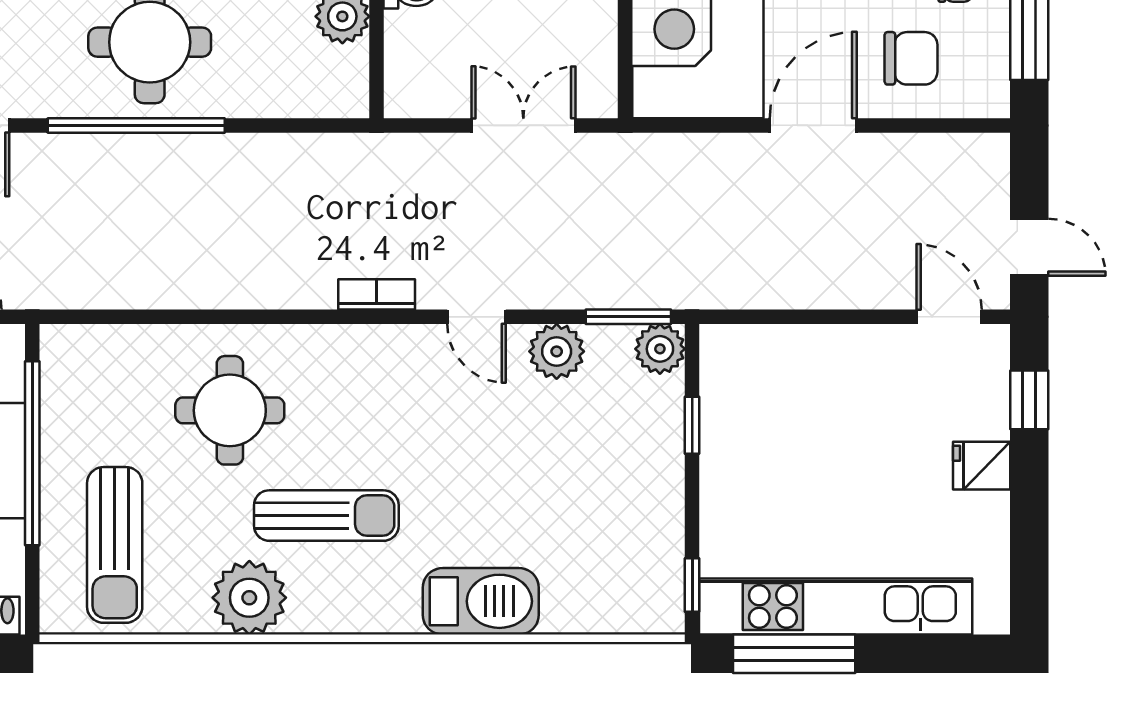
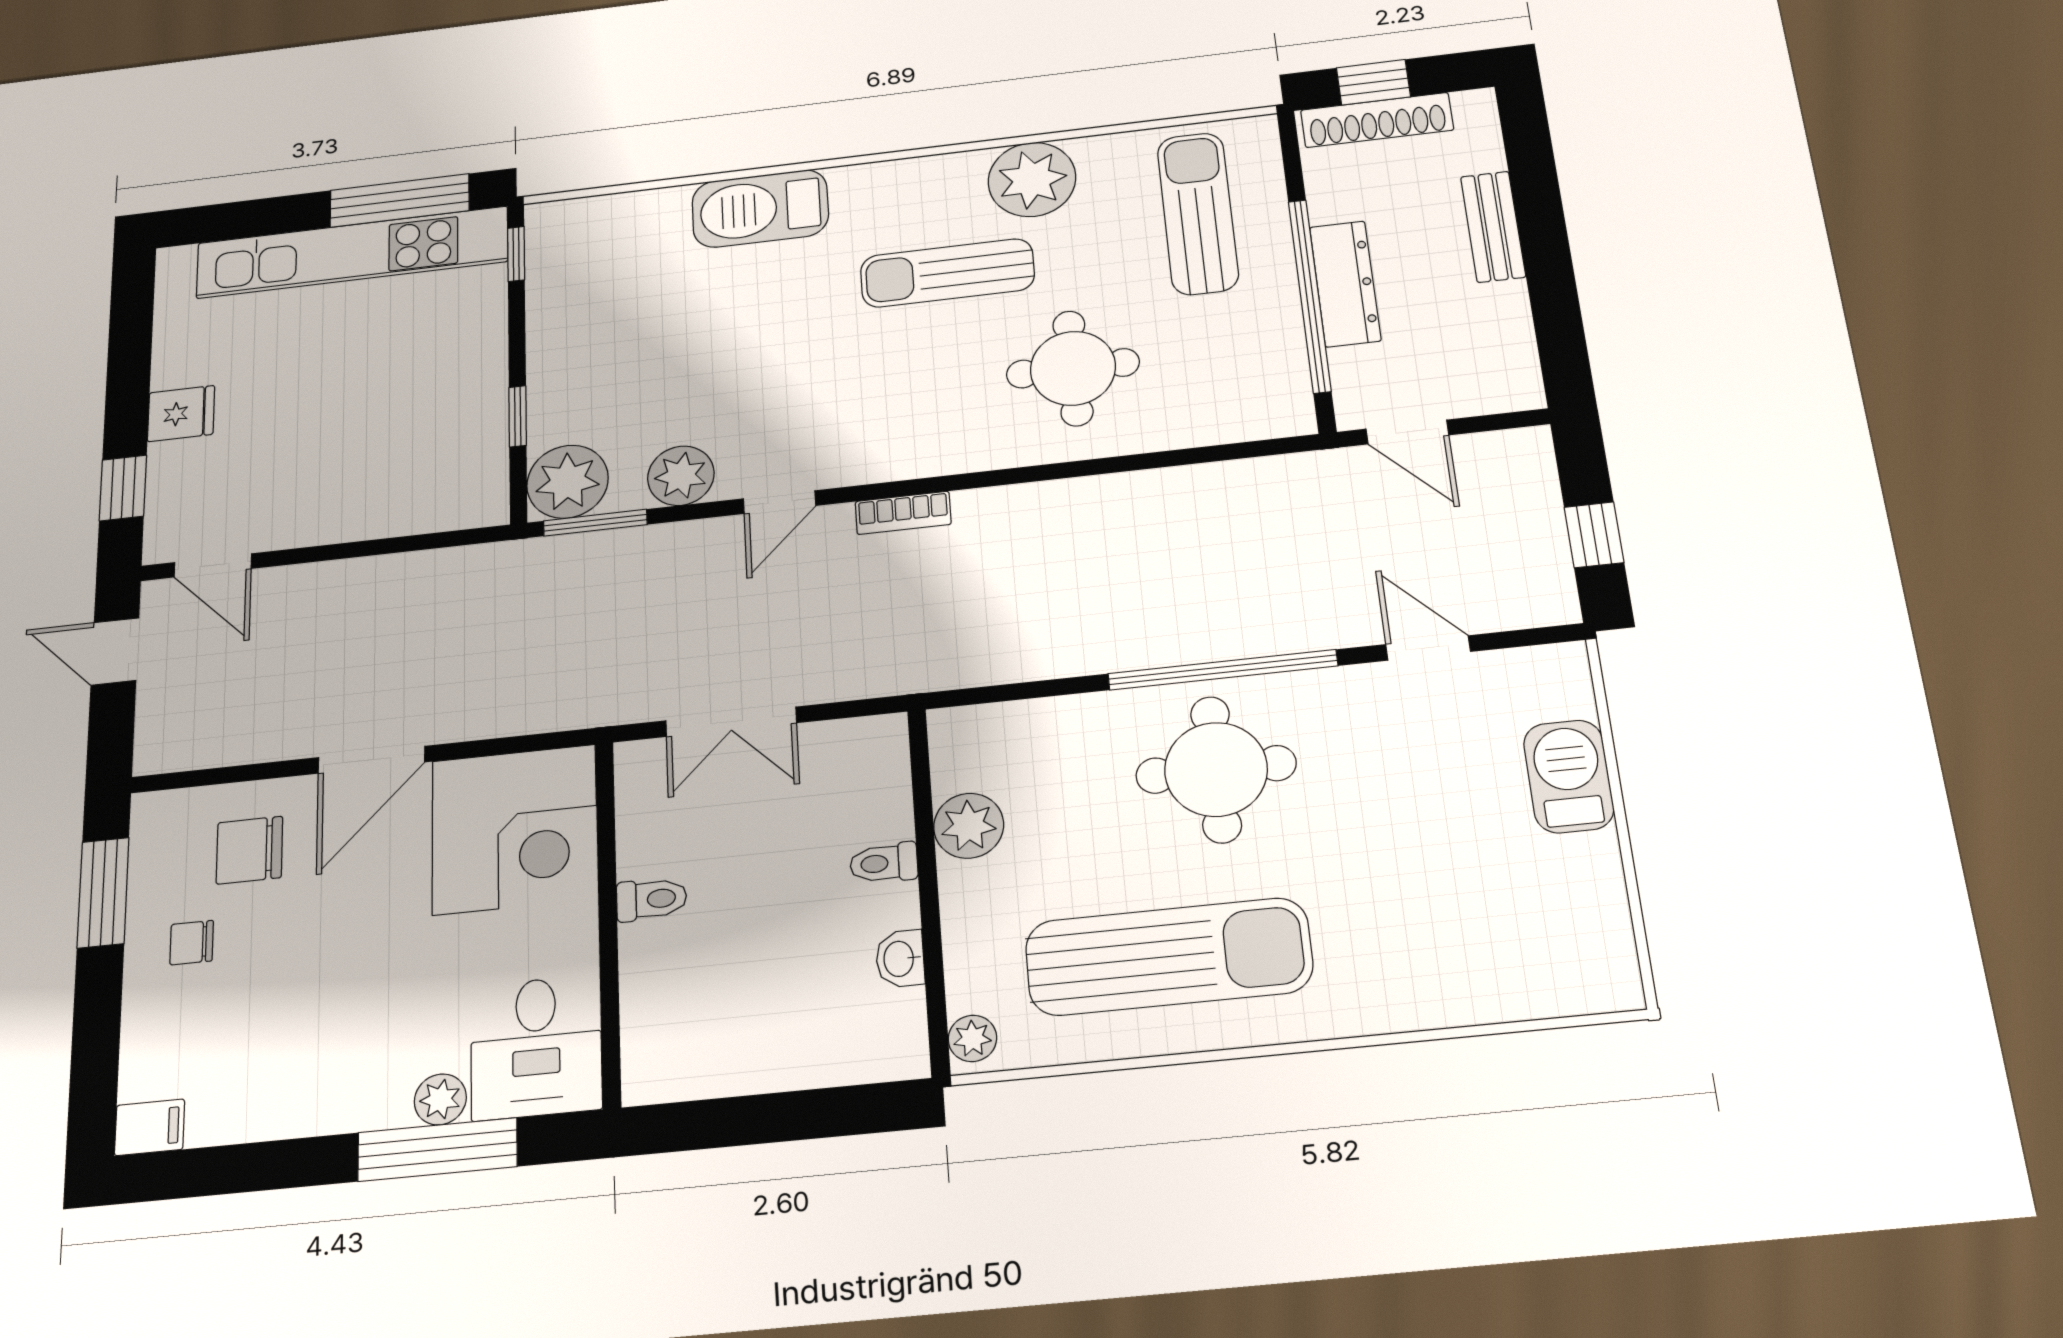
door: (476, 317) -> (780, 502), swing flipped
plant: (660, 349) -> (568, 482), width x1.36, depth x1.36

